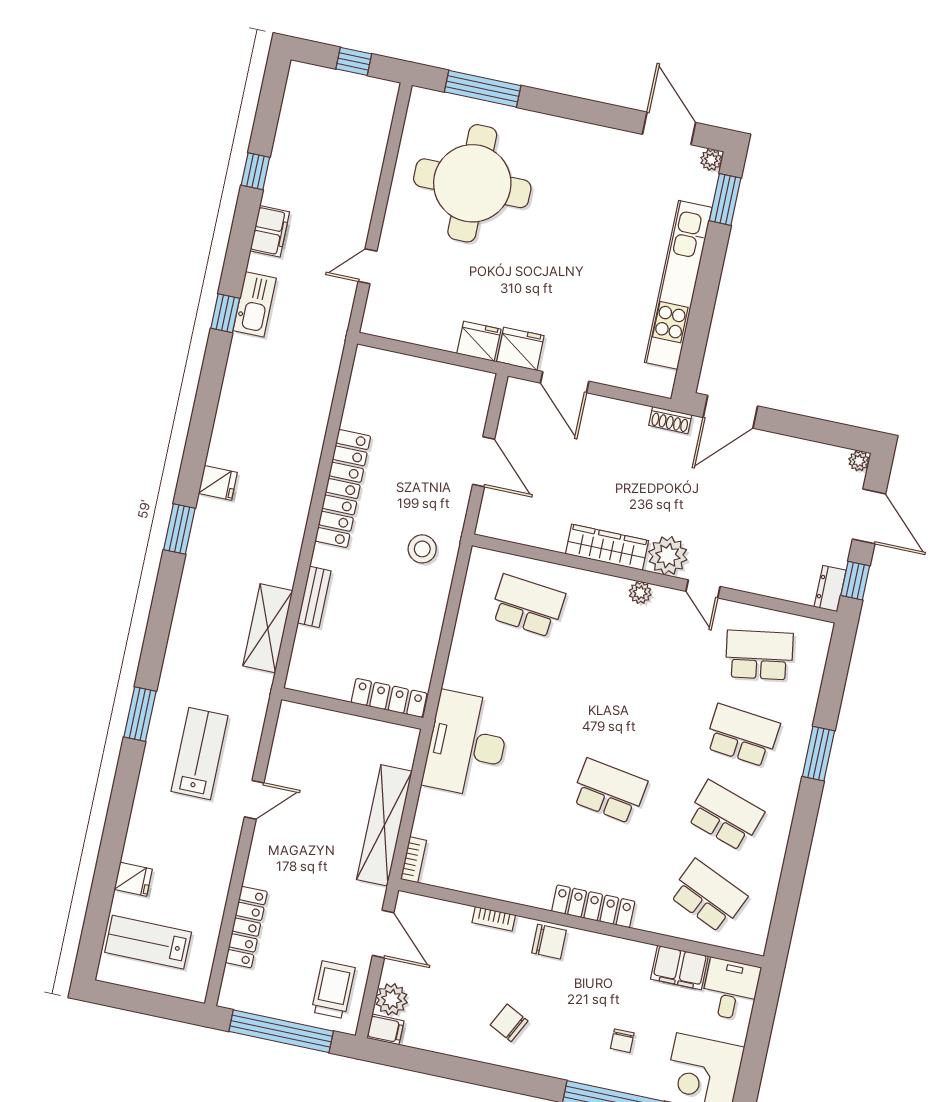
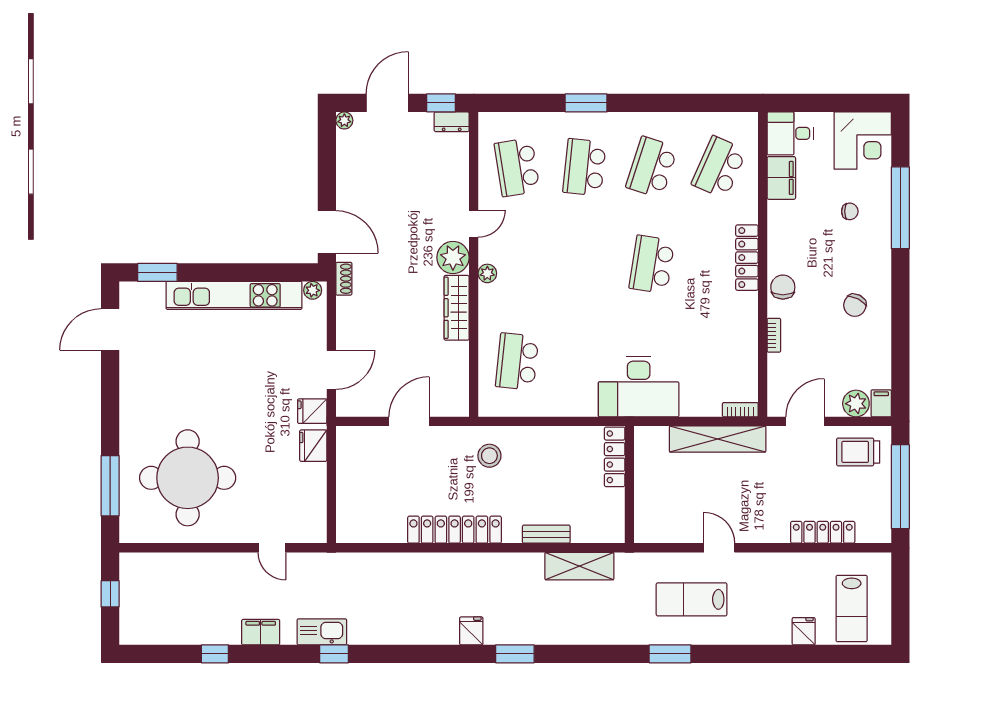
plant: (711, 160) -> (313, 290), moved
fridge: (520, 349) -> (312, 411), width x0.72

